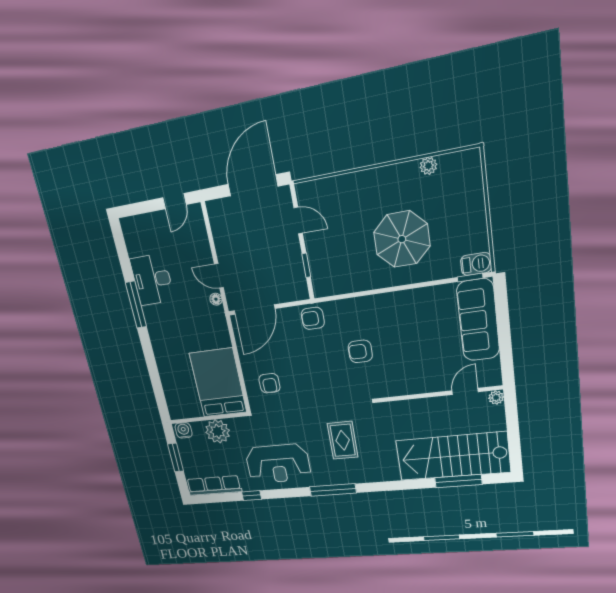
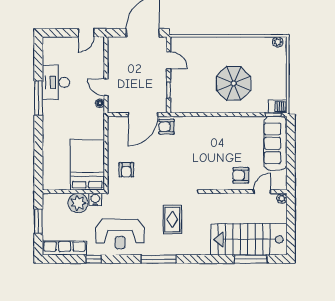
plant: (428, 166) -> (278, 42), moved
door: (254, 310) -> (143, 115), moved
armchair: (360, 351) -> (241, 175), moved
water cooler: (184, 430) -> (95, 199), moved

